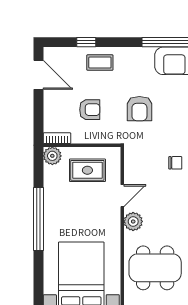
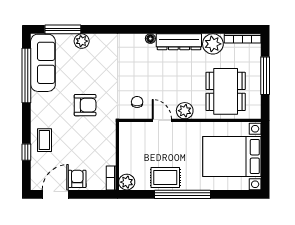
armchair: (90, 110) -> (77, 179), moved
chair: (175, 163) -> (137, 102), moved
rug: (87, 170) -> (165, 178), moved, turned 90

